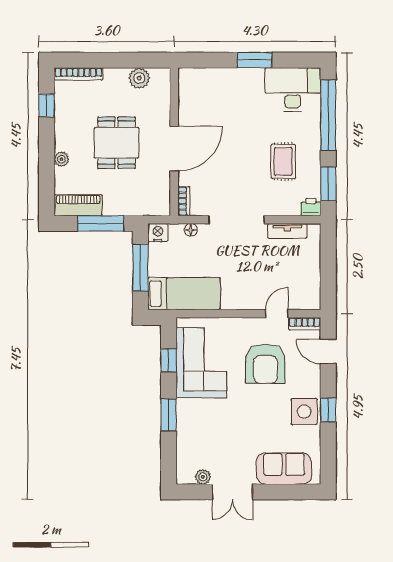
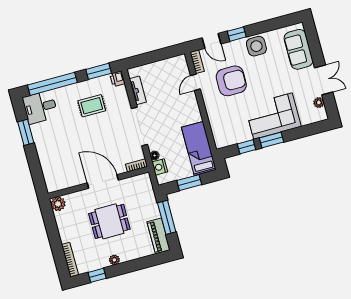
window: (255, 60) -> (26, 132), moved
plant: (139, 78) -> (58, 204), moved
desk: (293, 90) -> (40, 107), width x0.73
plant: (61, 159) -> (114, 260), moved
nightstand: (158, 233) -> (160, 167), moved
window: (140, 268) -> (189, 183), width x0.69
door: (277, 314) -> (195, 82), hinge flipped
door: (328, 351) -> (212, 41), hinge flipped
corner sofa: (201, 363) -> (273, 116), moved
window: (328, 410) -> (237, 34), moved
window: (169, 415) -> (272, 140), moved

